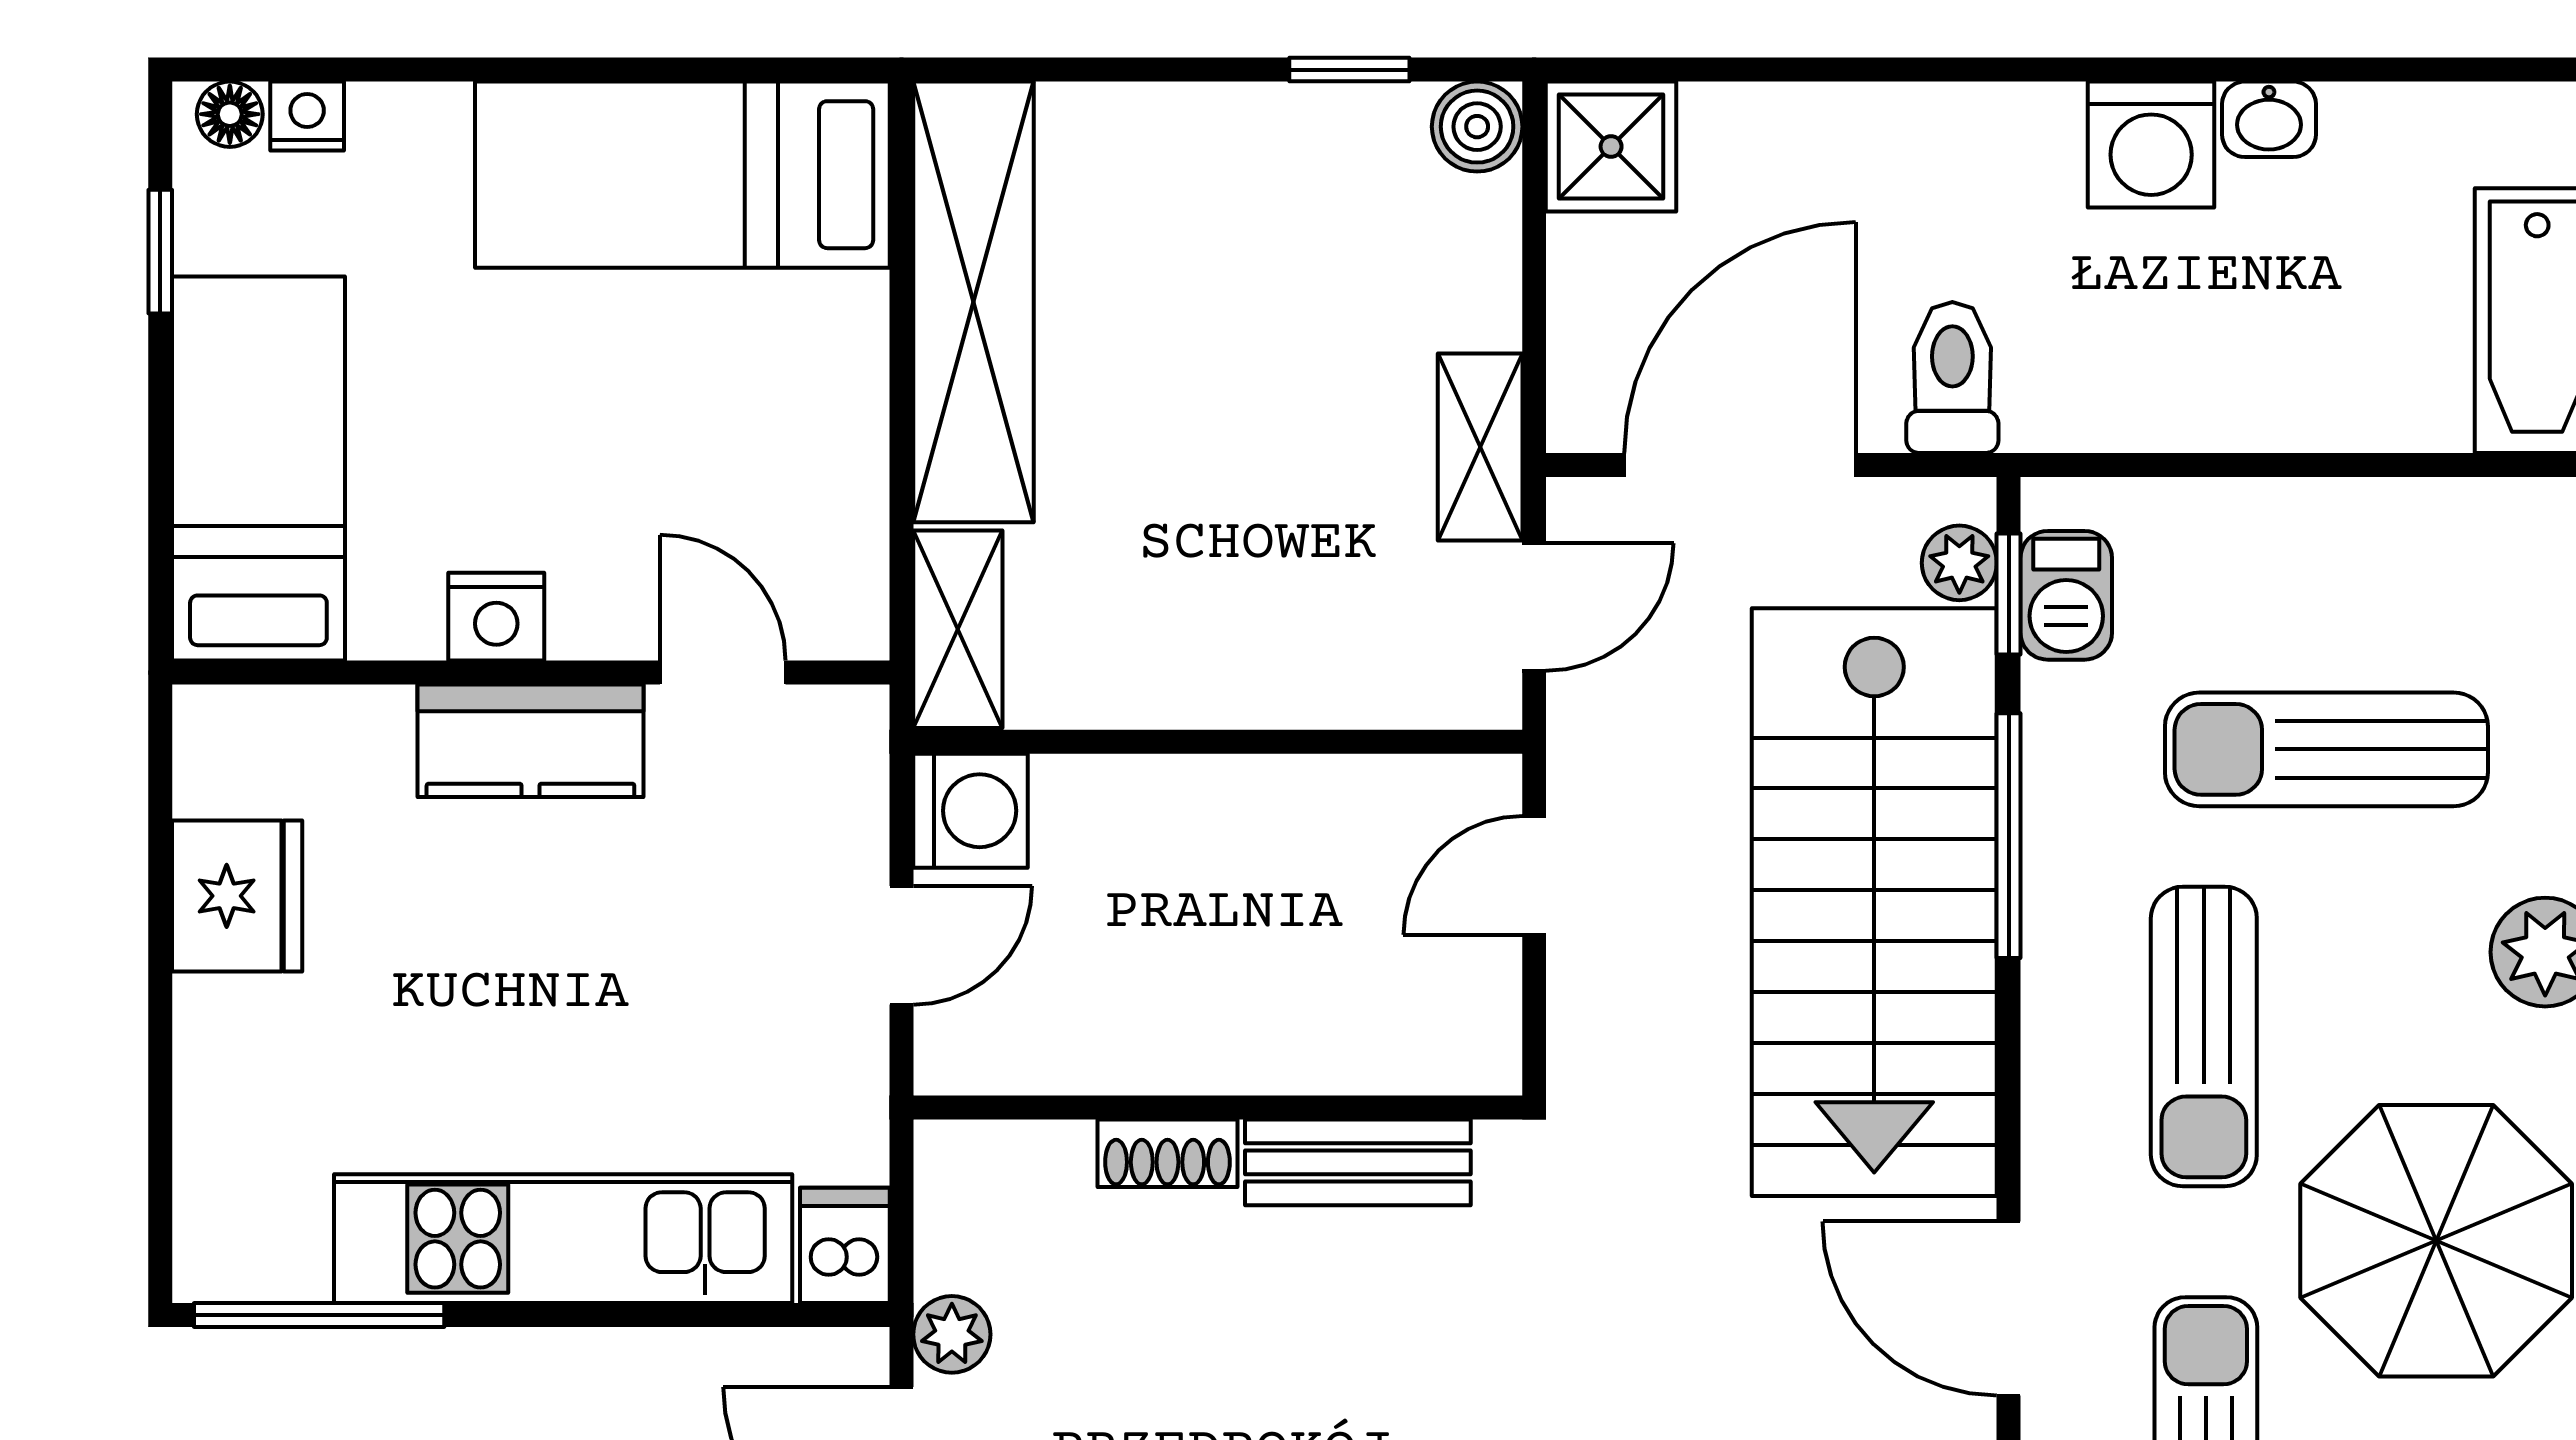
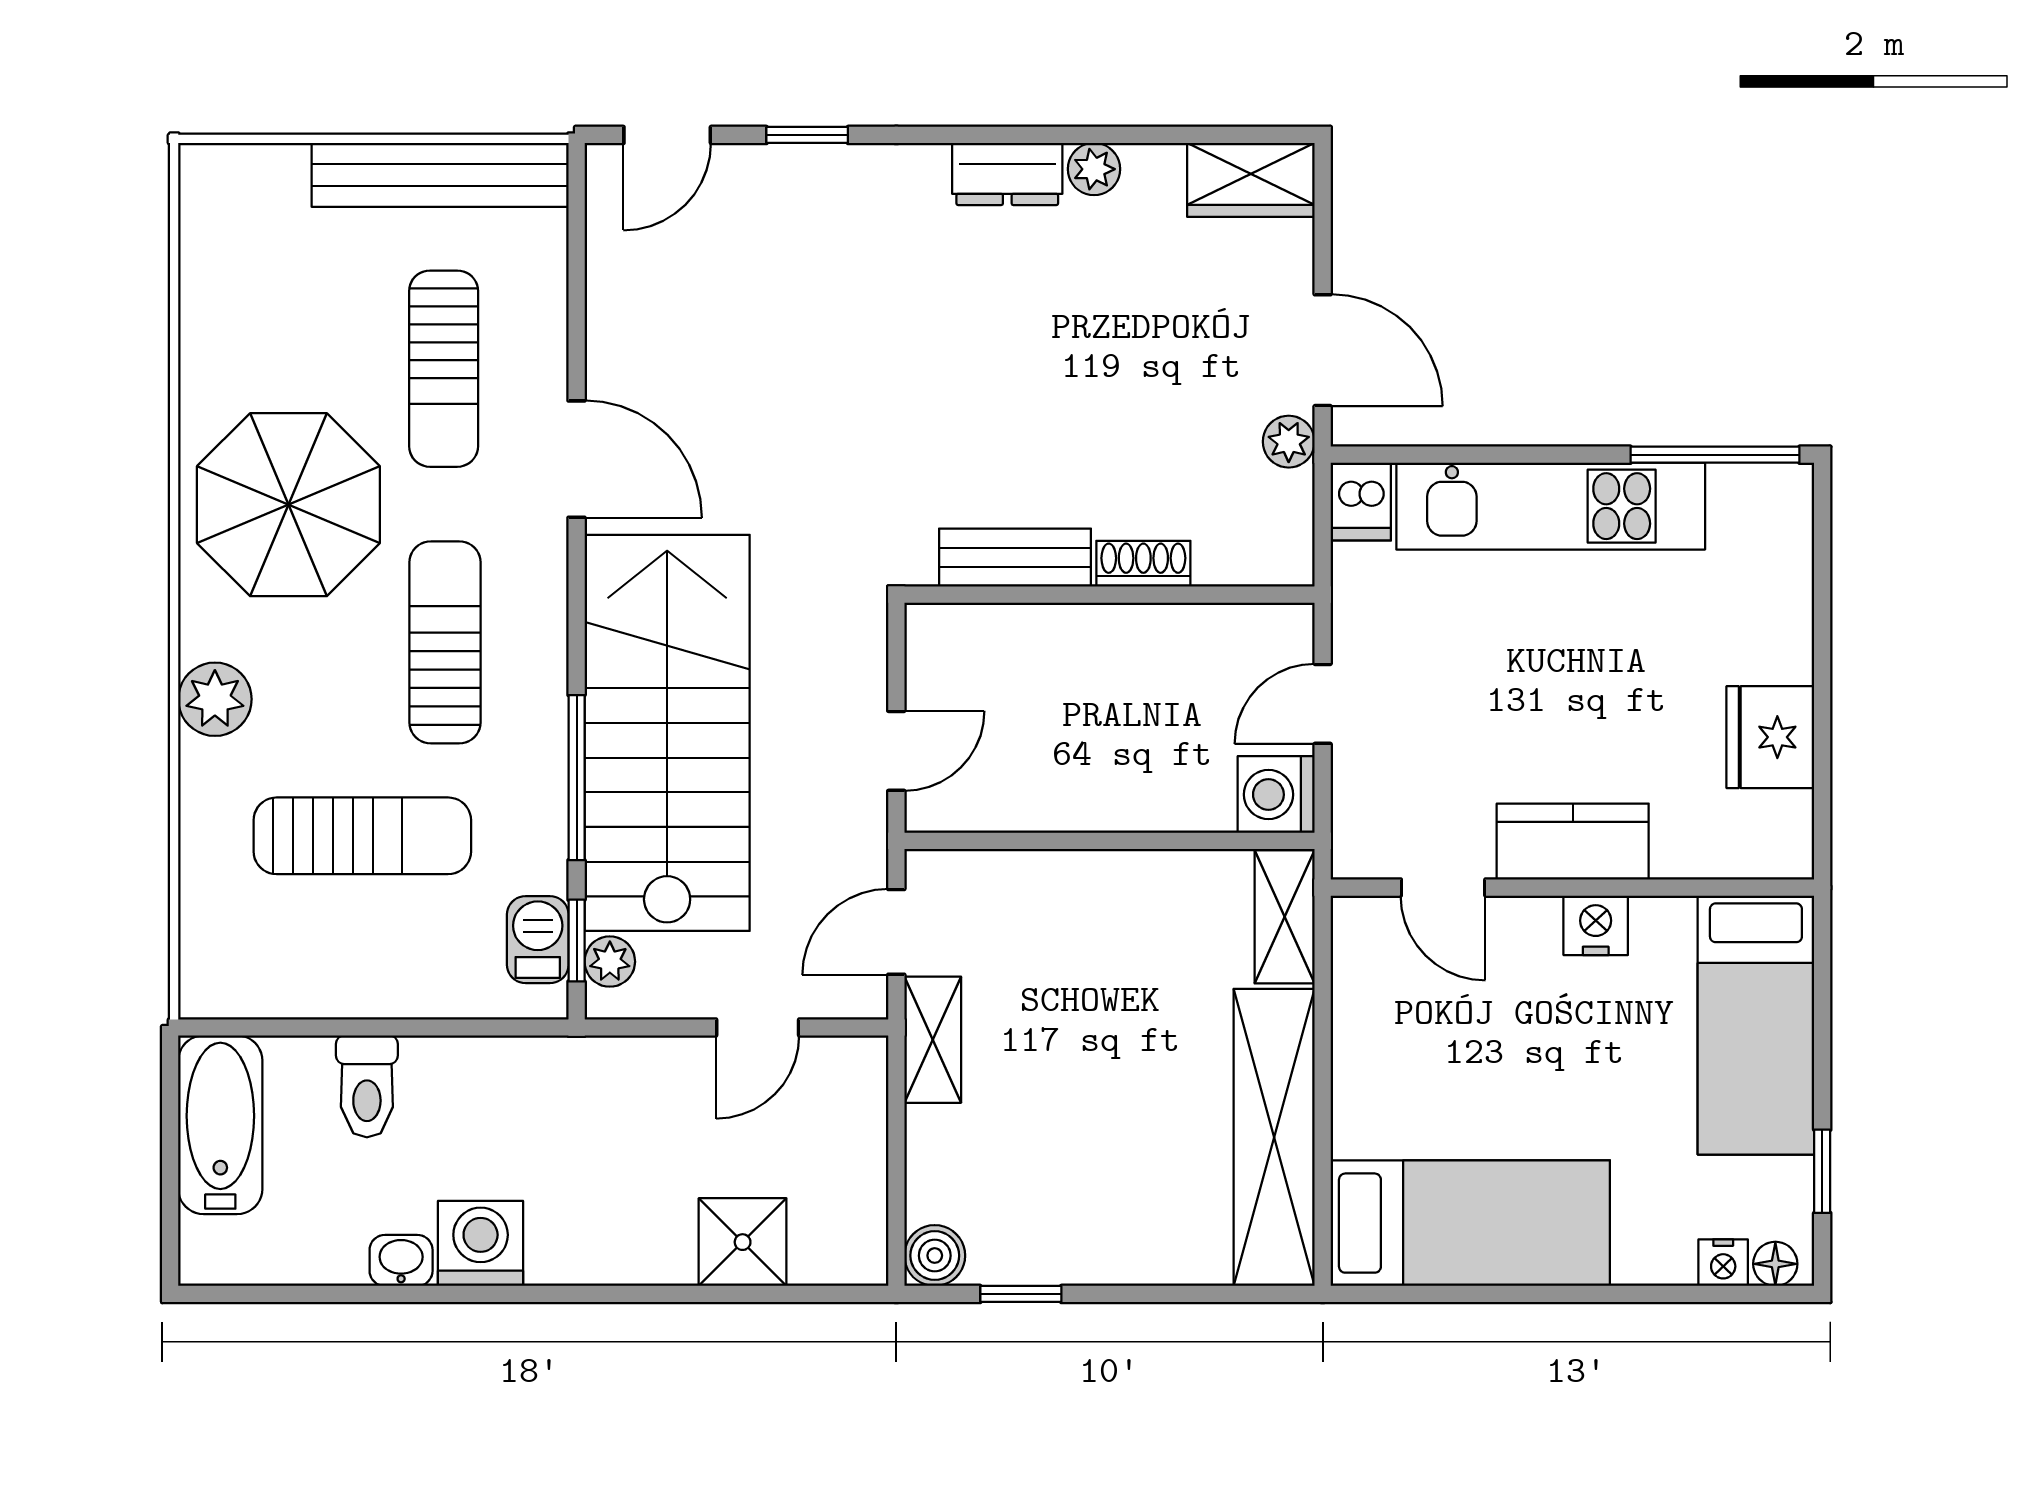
shower: (1611, 147) -> (743, 1242), moved
toilet: (1952, 378) -> (367, 1086), moved
door: (1740, 465) -> (758, 1027), width x0.53

